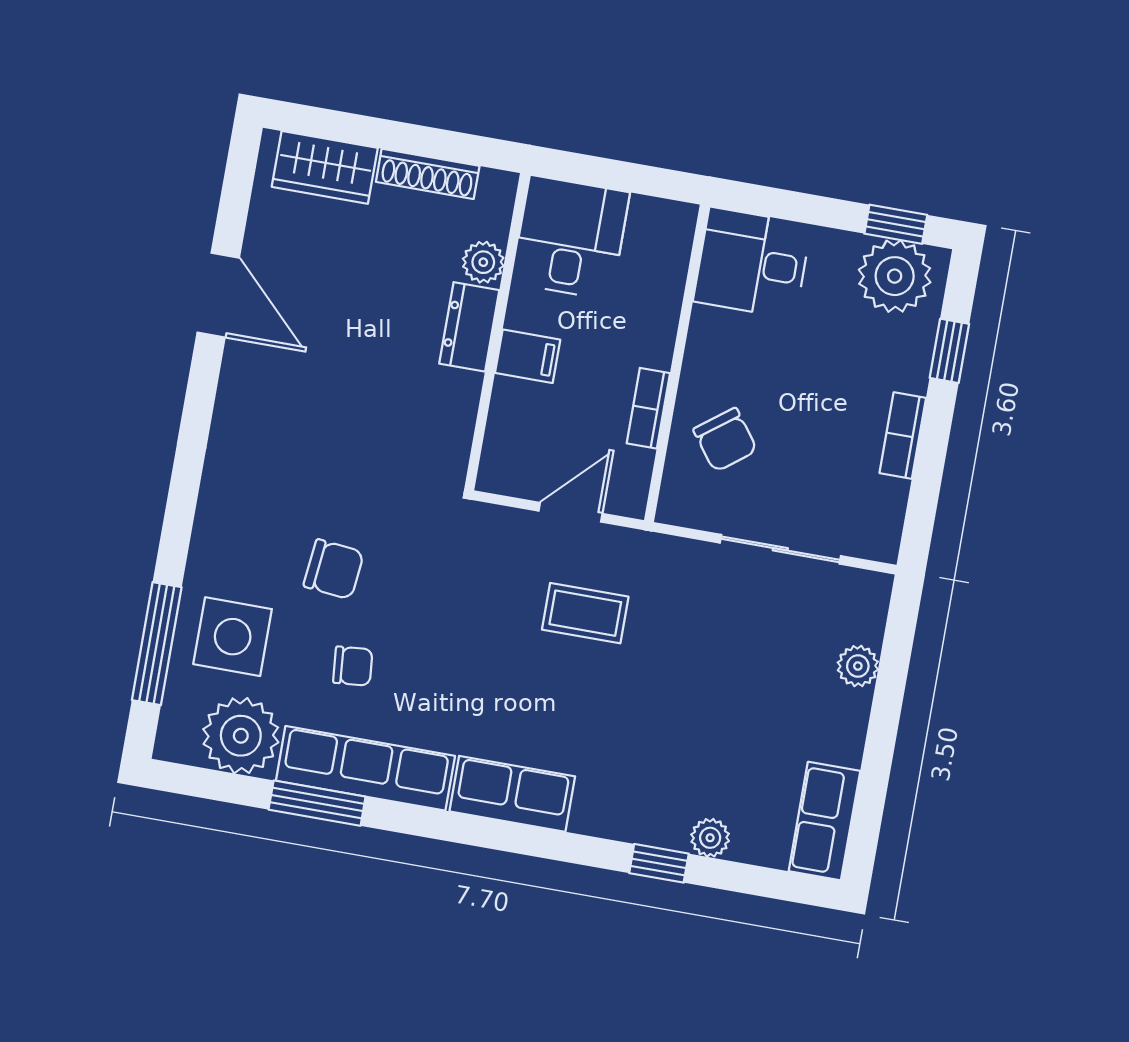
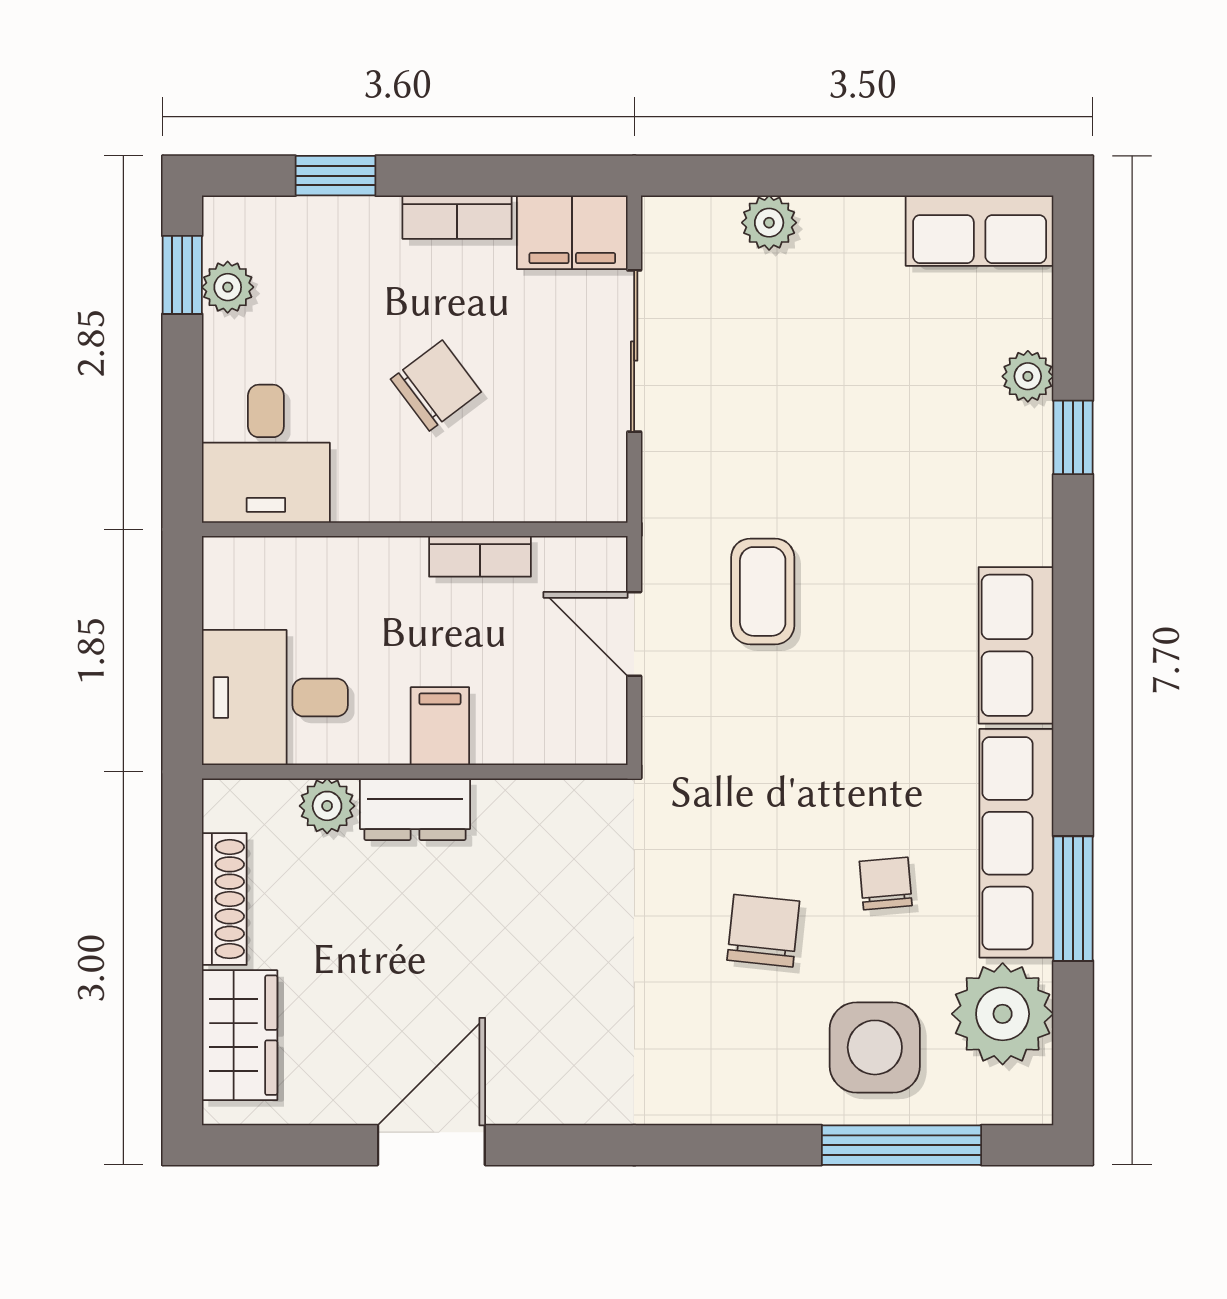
plant: (895, 276) -> (228, 287), width x0.53, depth x0.53
chair: (725, 440) -> (436, 386), moved
filing cabinet: (876, 519) -> (572, 232), added

